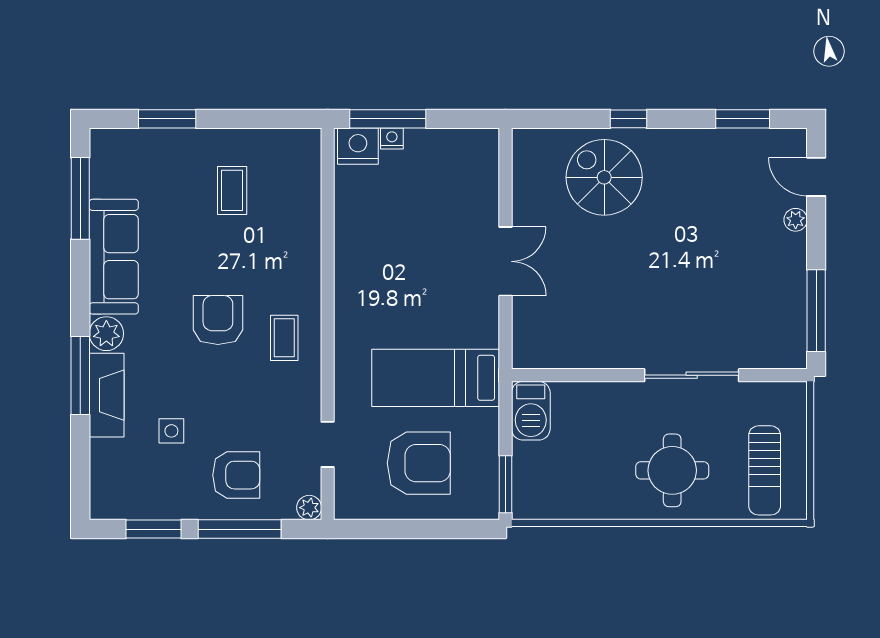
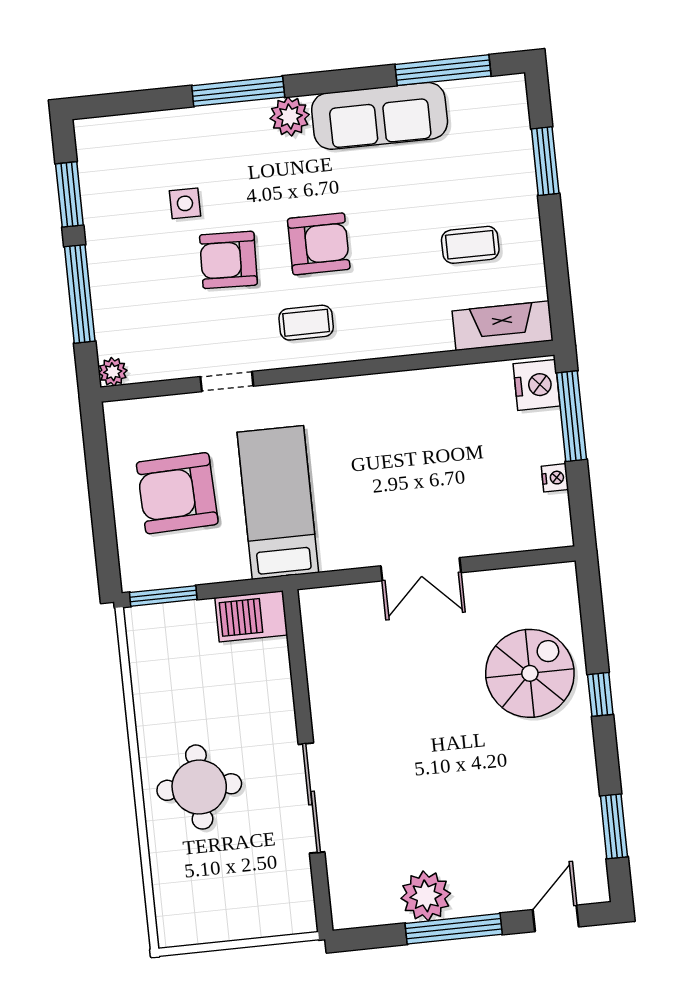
nightstand: (392, 139) -> (555, 478), moved
plant: (796, 220) -> (426, 896), moved, width x1.88, depth x1.88
window: (816, 311) -> (454, 929), moved
fireplace: (107, 395) -> (503, 326), moved, turned 180
doorway: (328, 444) -> (227, 381), moved
armchair: (419, 463) -> (177, 493), turned 88
sun lounger: (765, 470) -> (210, 894), removed
armchair: (236, 475) -> (228, 260), moved, turned 92

